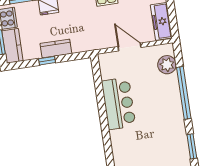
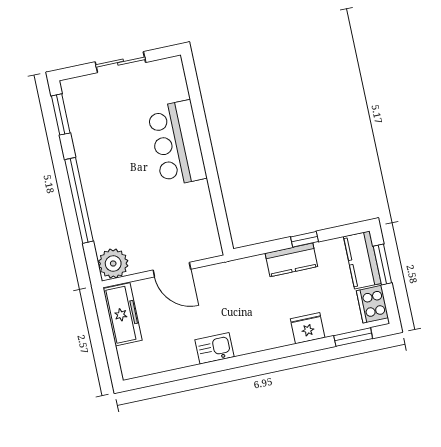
plant: (167, 65) -> (113, 263), moved
bar counter: (119, 103) -> (177, 143), moved

